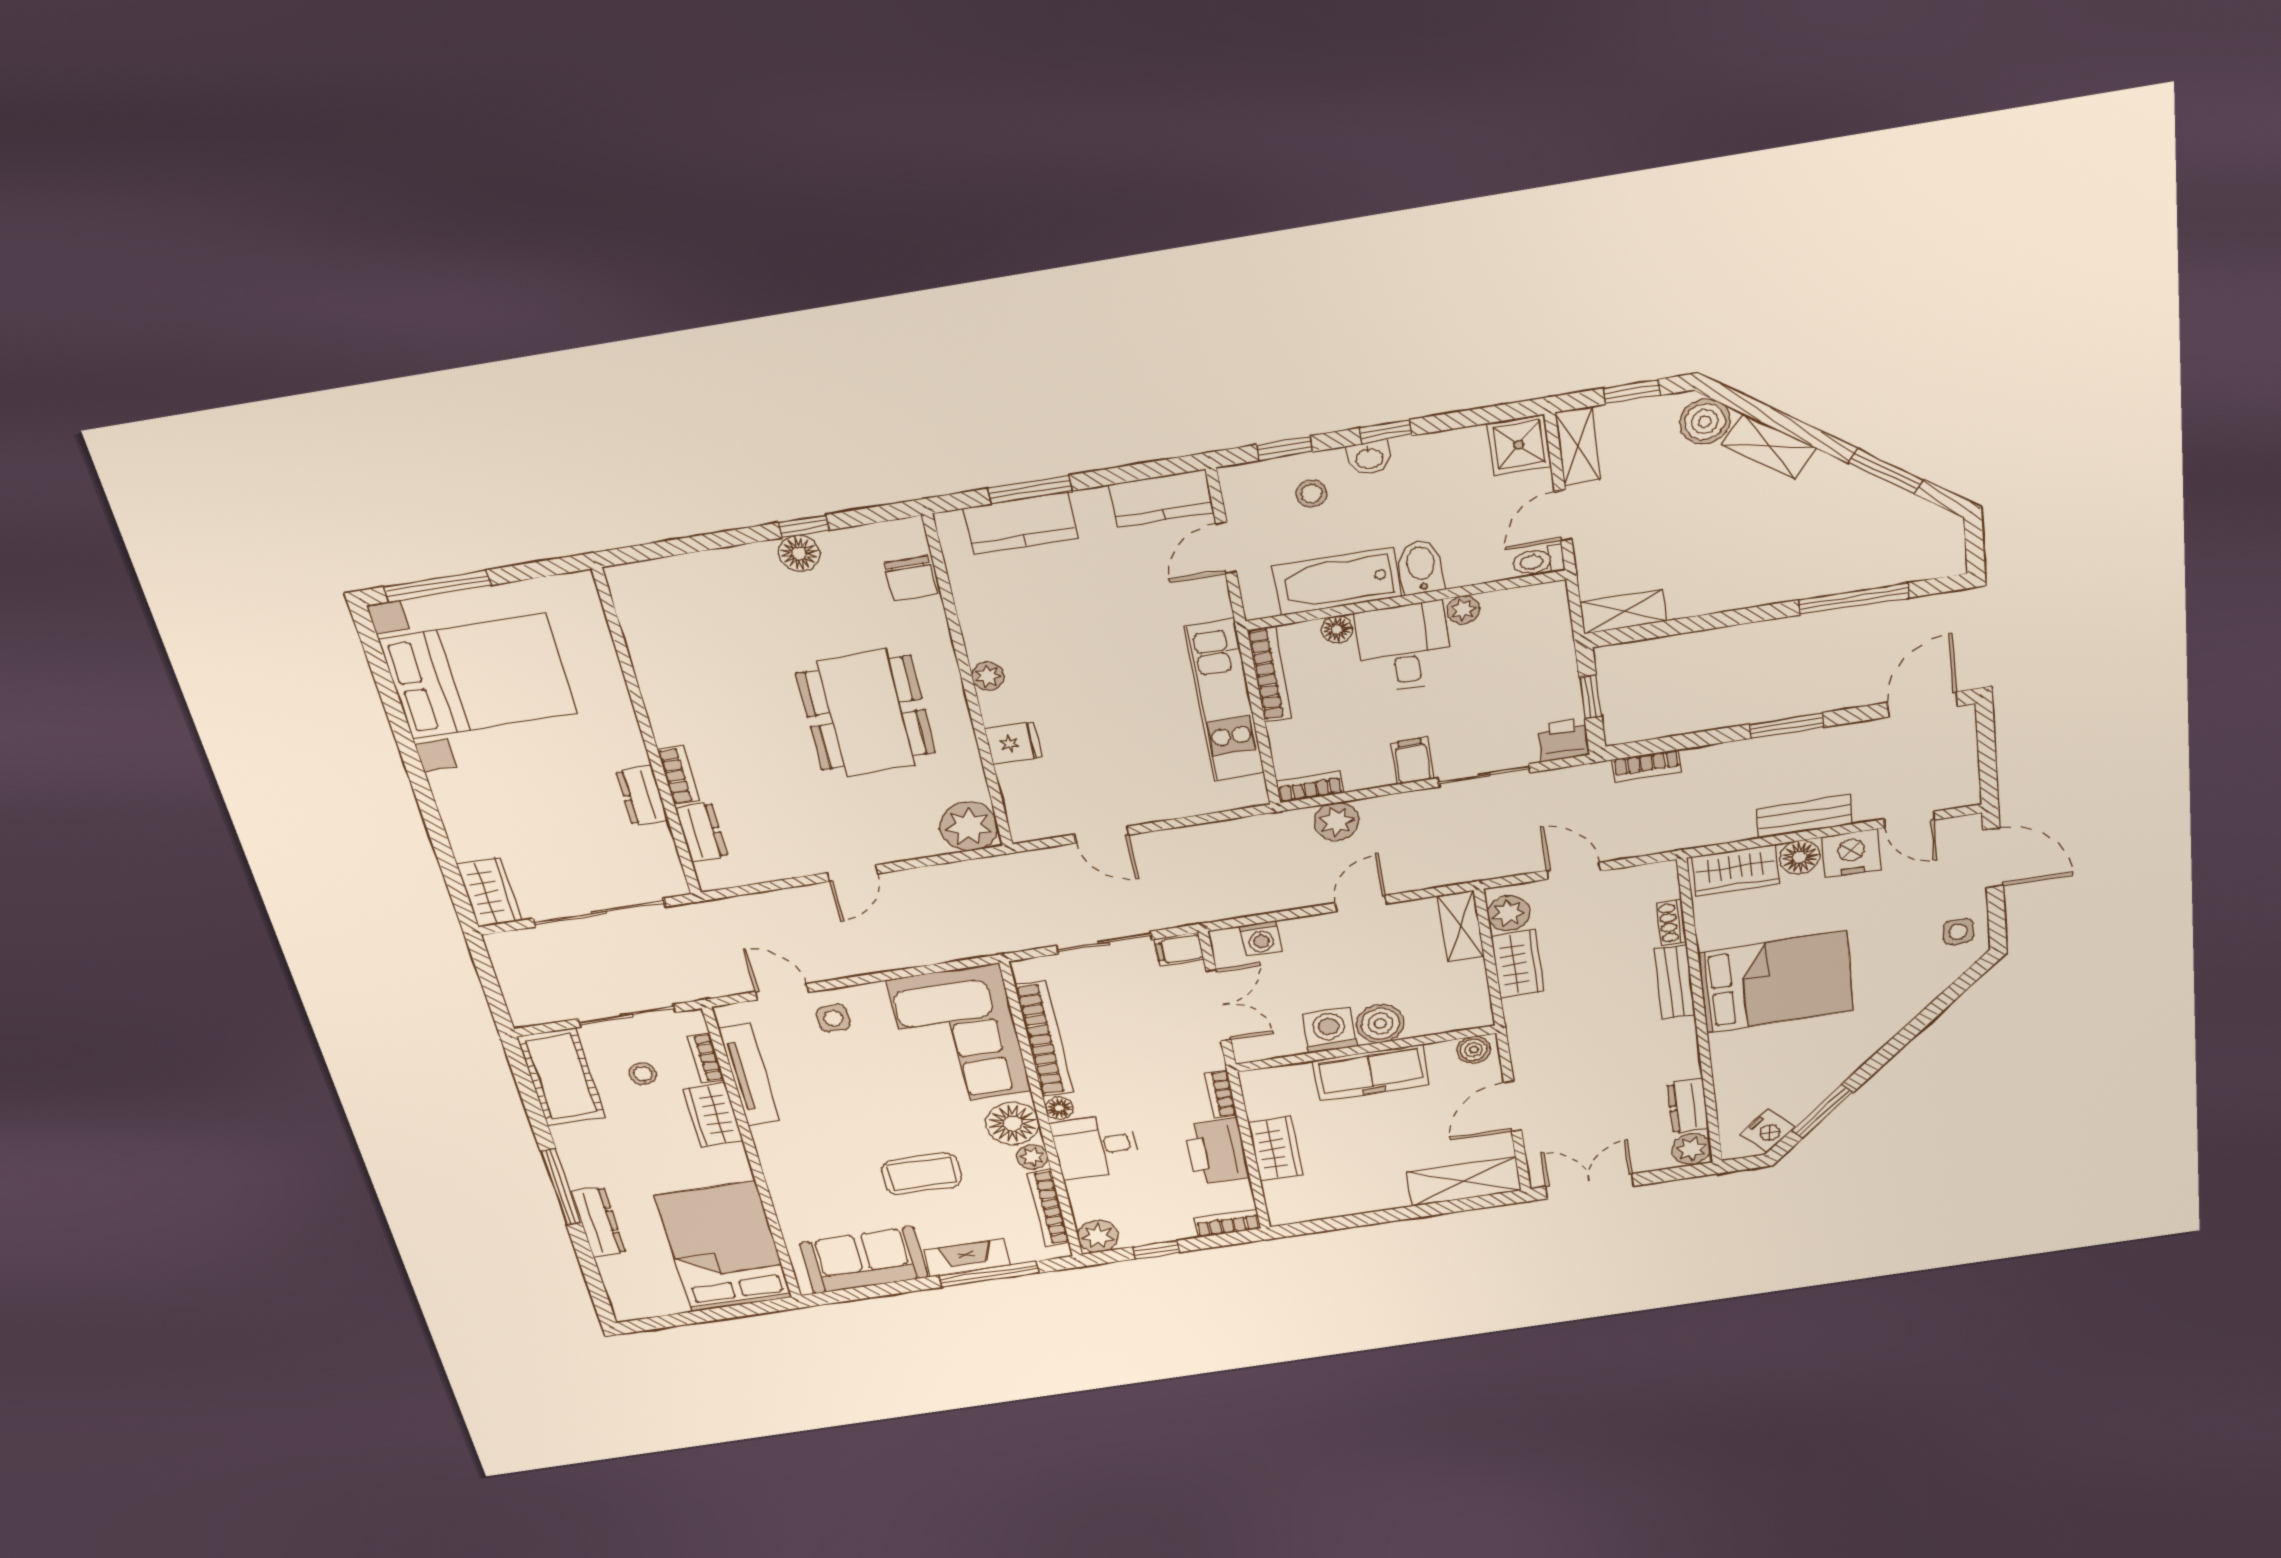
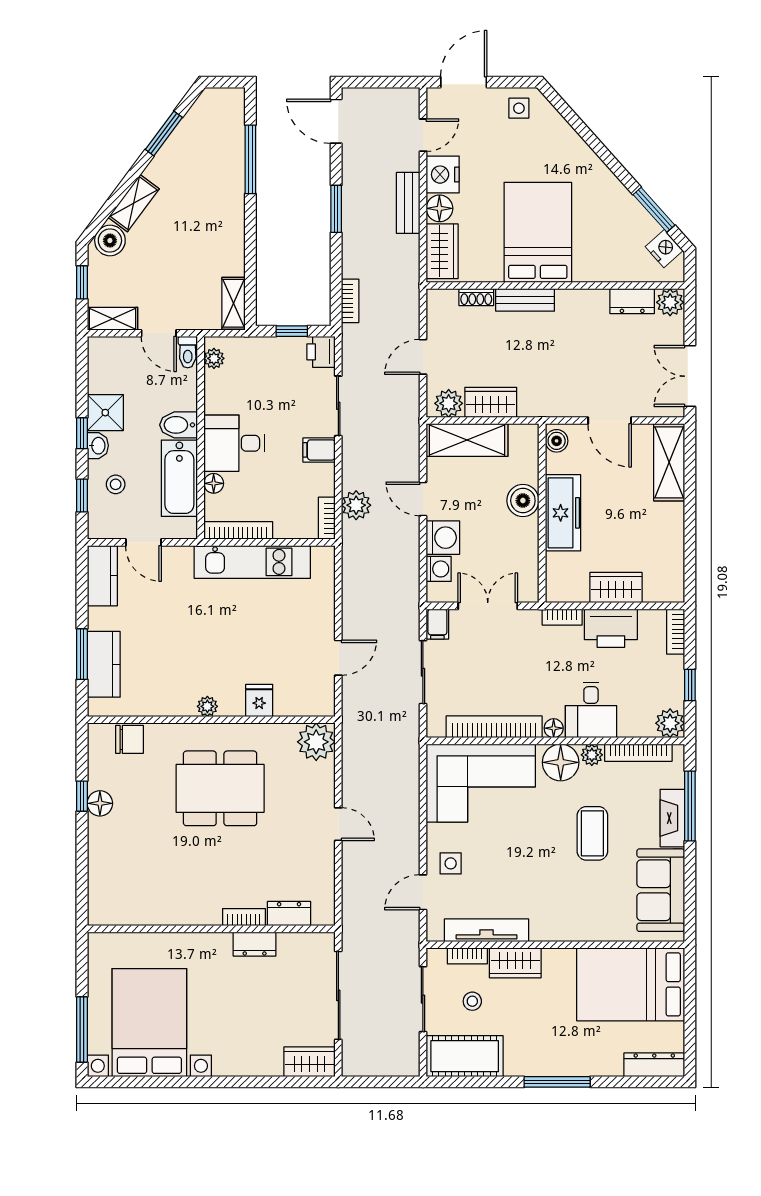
shower: (1519, 445) -> (105, 413), moved
plant: (1463, 610) -> (214, 358), moved
shelving: (1461, 926) -> (467, 440), width x1.50, depth x1.33
washing machine: (1329, 1030) -> (443, 538), moved, turned 180
dresser: (598, 1222) -> (654, 1065), moved

